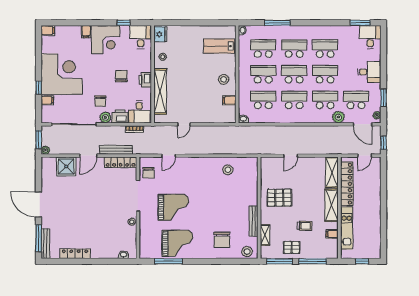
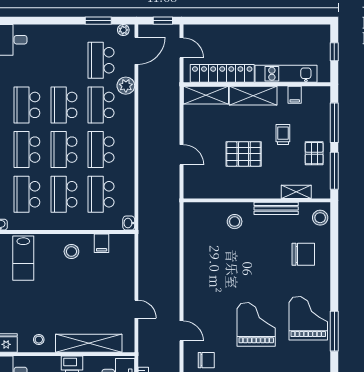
desk: (369, 72) -> (61, 41), removed
stool: (228, 170) -> (235, 222), moved
pallet: (279, 198) -> (244, 154), moved, turned 90

